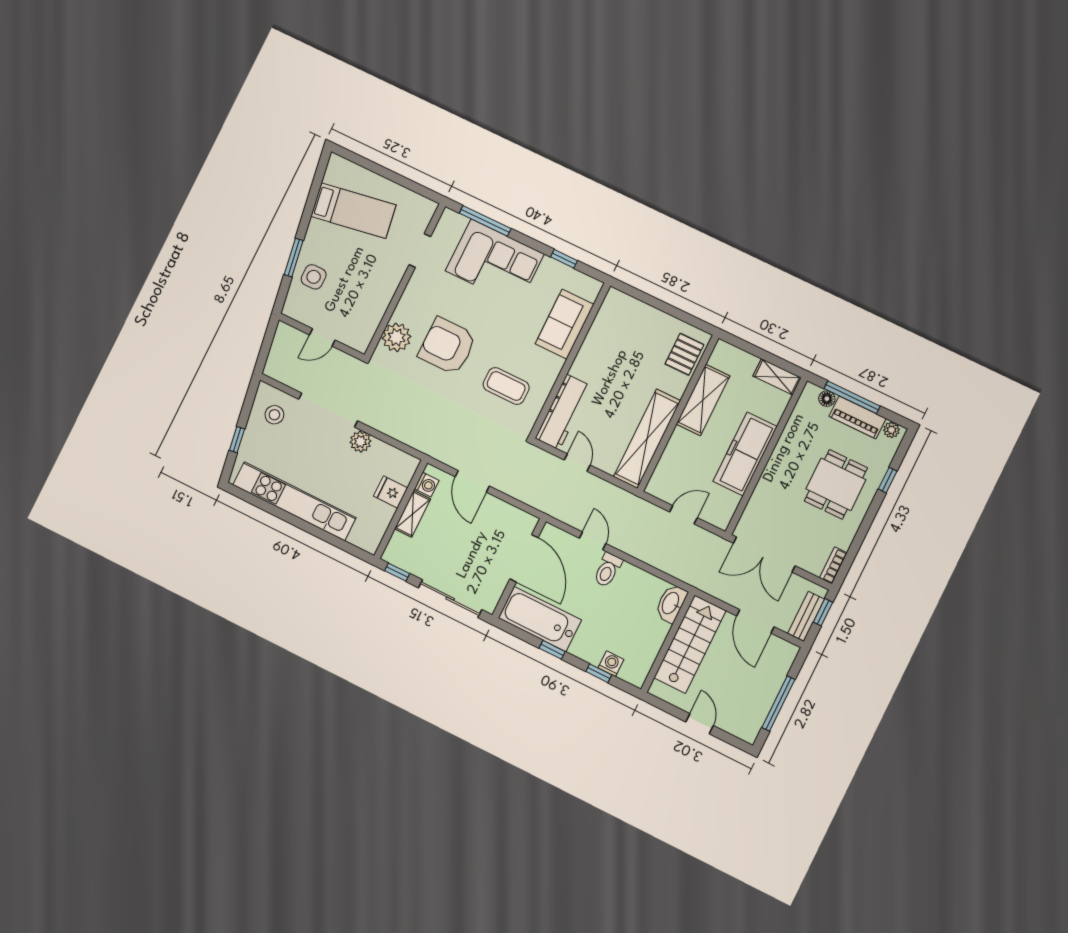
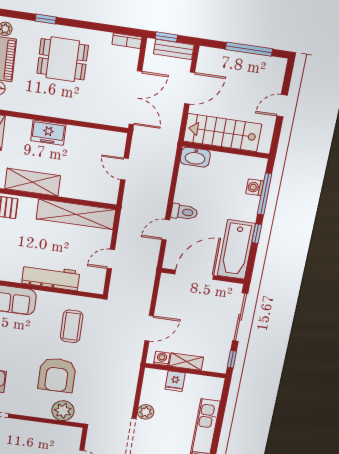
workbench: (563, 412) -> (51, 277), moved
freezer: (745, 454) -> (48, 133), width x0.52, depth x0.79
window: (599, 673) -> (265, 194), width x2.17

